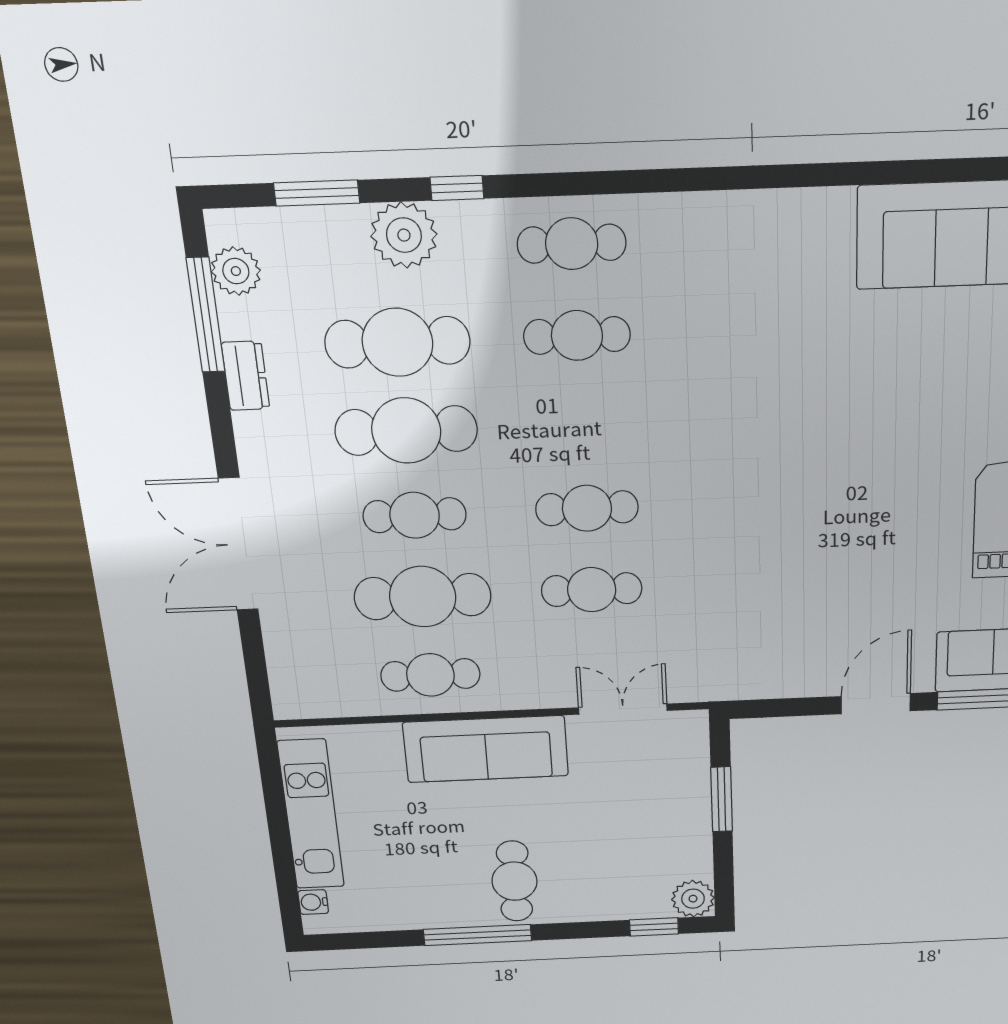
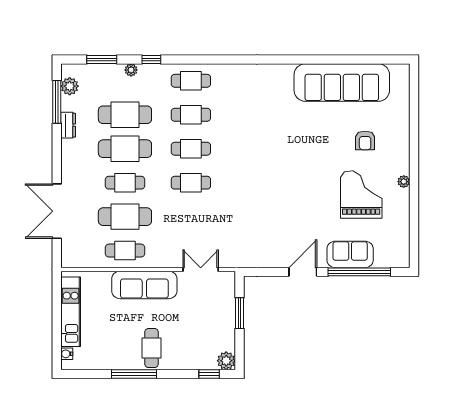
plant: (404, 235) -> (131, 70), width x0.53, depth x0.53
double door: (238, 545) -> (57, 211), moved
cafe table: (592, 590) -> (191, 149), moved

